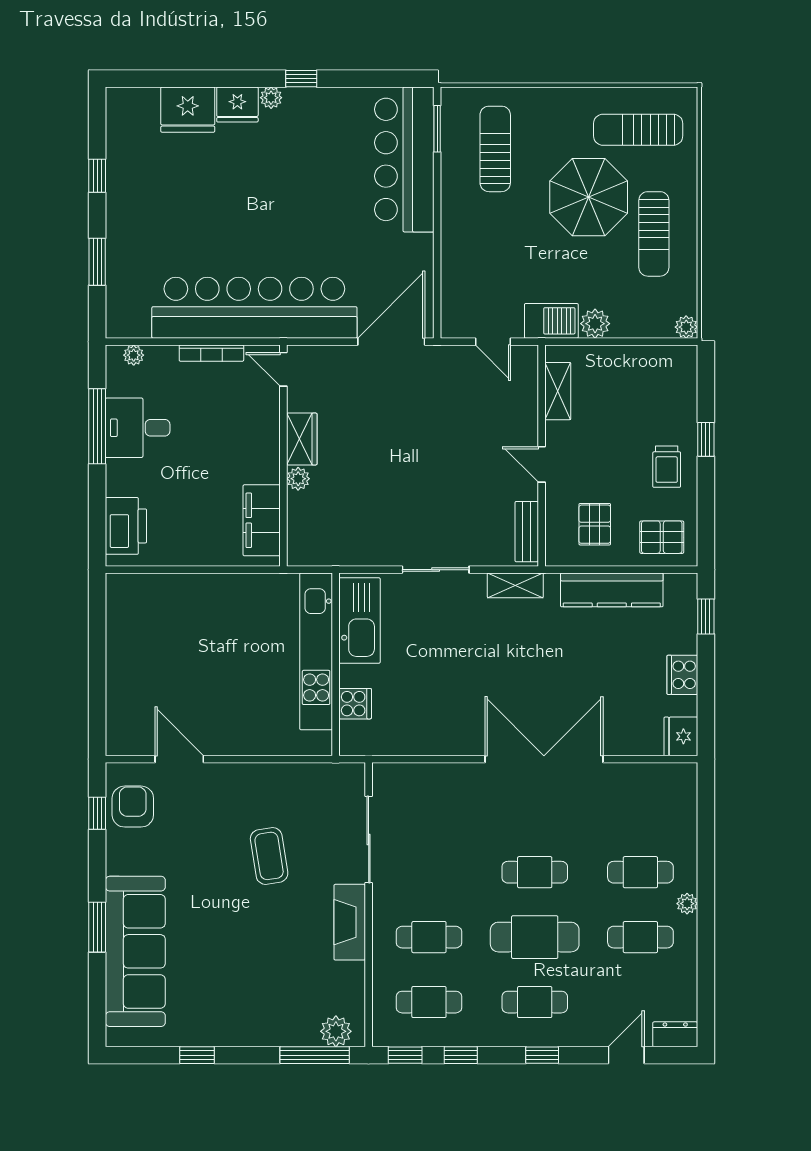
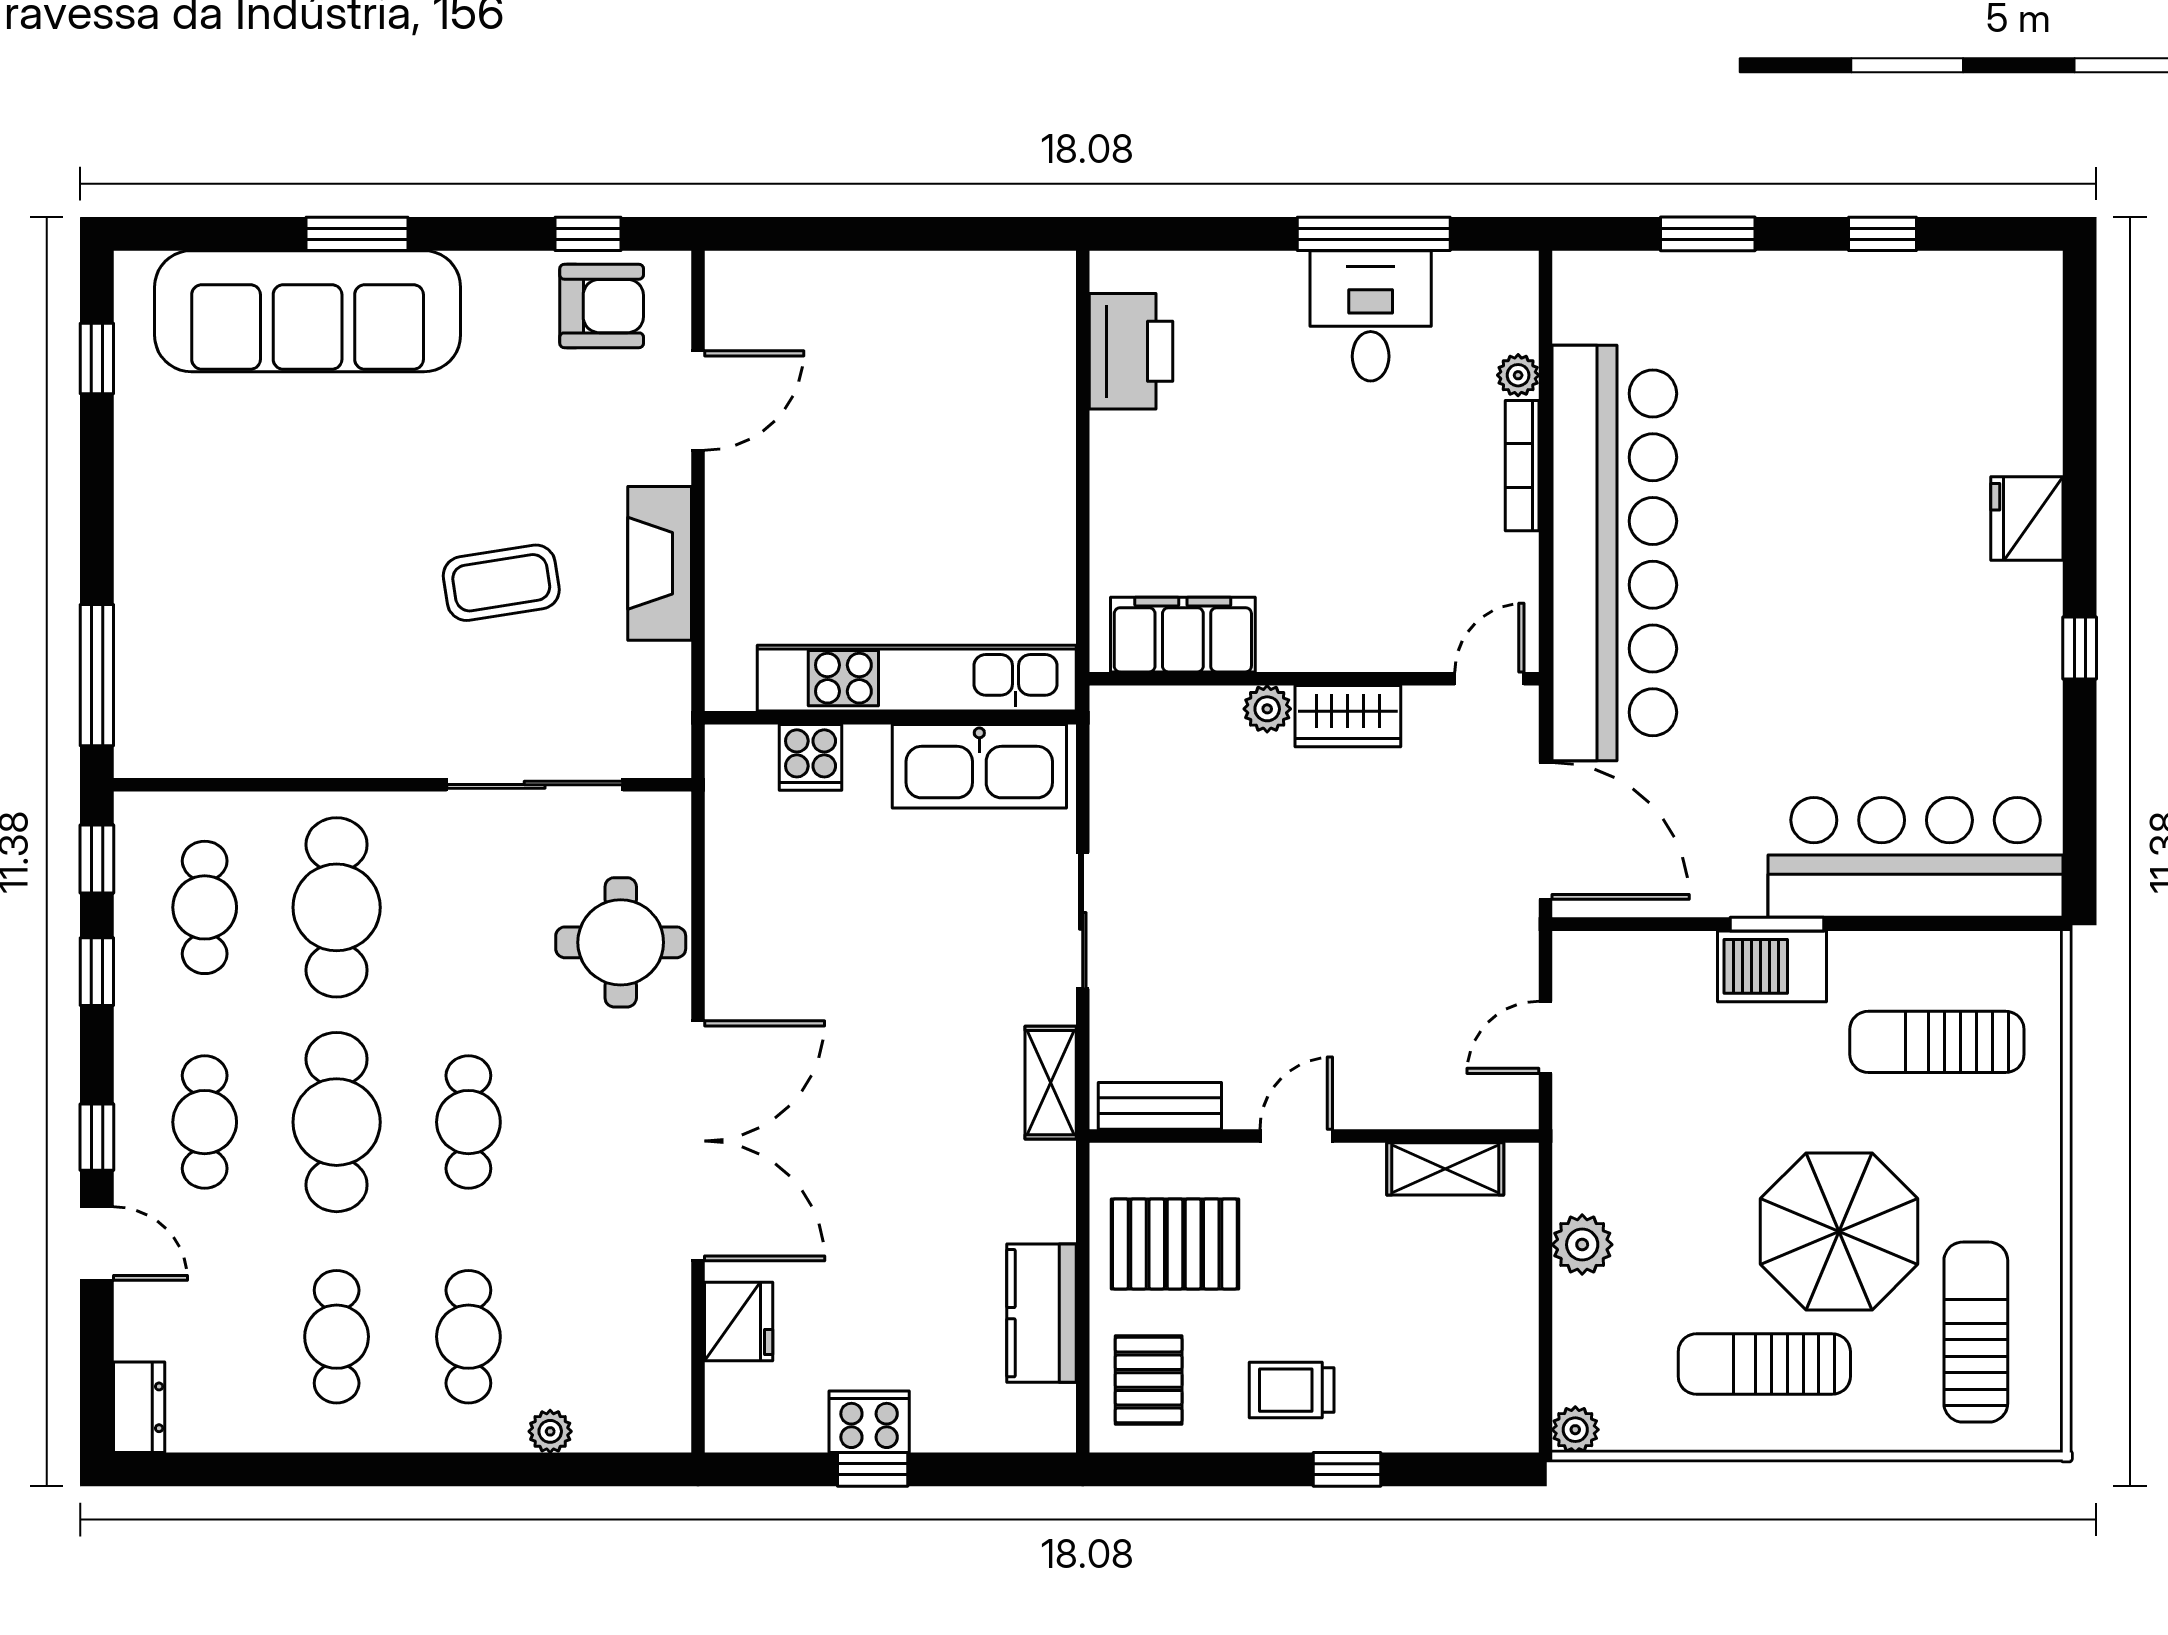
plant: (271, 98) -> (2041, 587), removed
fridge: (188, 110) -> (2017, 418), removed
window: (437, 129) -> (1777, 924), moved
sun lounger: (495, 149) -> (1937, 1042), turned 180
barbecue: (551, 321) -> (1772, 966), moved, turned 90
plant: (134, 355) -> (1518, 375), moved
door: (283, 369) -> (1489, 679), moved
wardrobe: (302, 439) -> (1348, 716), moved
wall: (283, 456) -> (1314, 679), moved
plant: (298, 479) -> (1267, 709), moved
filing cabinet: (262, 520) -> (1183, 635), moved
pallet: (595, 524) -> (1175, 1244), width x1.50, depth x1.42
printer: (126, 526) -> (1131, 351), moved, turned -90
kitchen counter: (612, 590) -> (1041, 1313), width x0.67
window: (706, 617) -> (873, 1469), moved
fridge: (681, 736) -> (739, 1321), moved, turned 90
round table: (446, 797) -> (621, 942), added
plant: (687, 904) -> (550, 1431), moved
fireplace: (350, 922) -> (660, 563), moved, turned -90
cafe table: (429, 937) -> (337, 907), width x1.37, depth x1.35
plant: (336, 1031) -> (145, 718), removed
window: (197, 1055) -> (97, 358), moved
door: (626, 1055) -> (97, 1244), moved

